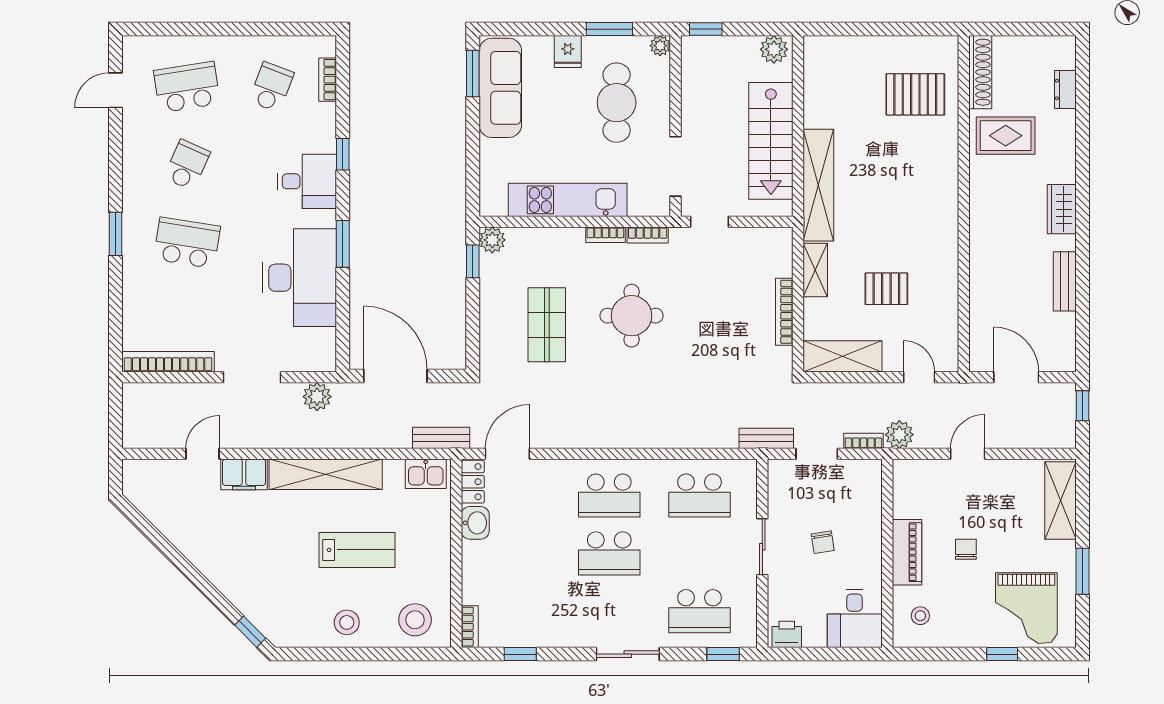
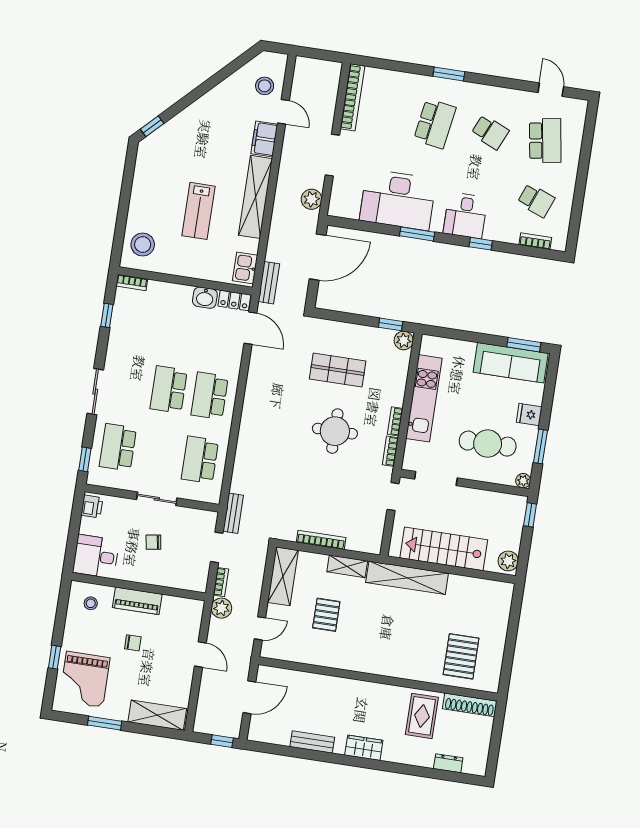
grand piano: (1026, 608) -> (85, 679), turned -90
stool: (347, 622) -> (265, 86), moved

